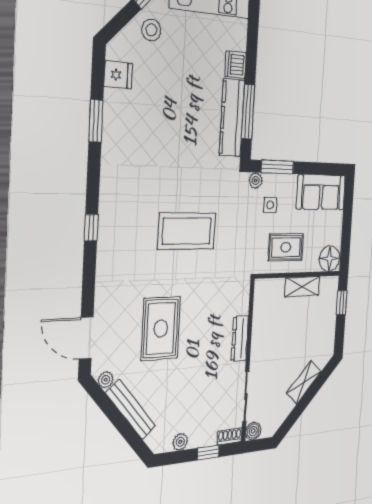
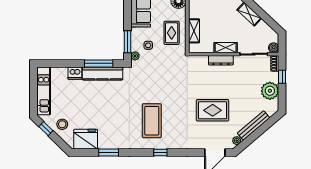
fridge: (118, 75) -> (86, 139), width x1.88, depth x1.34
coffee table: (187, 231) -> (152, 121), moved
shelving: (302, 287) -> (194, 31), moved
shelving: (258, 345) -> (226, 48), added
plant: (180, 442) -> (270, 91), width x1.88, depth x1.88

